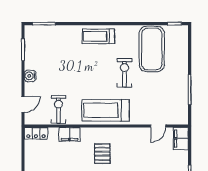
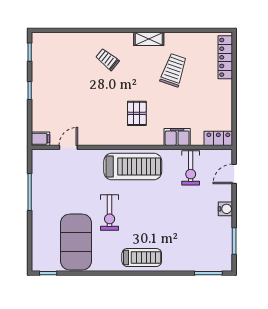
filing cabinet: (181, 139) -> (40, 139), width x0.50

